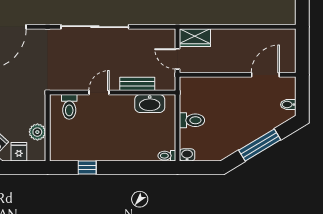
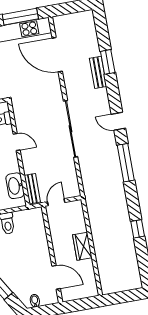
wardrobe: (195, 38) -> (82, 246), moved
bench: (137, 84) -> (32, 189), moved

